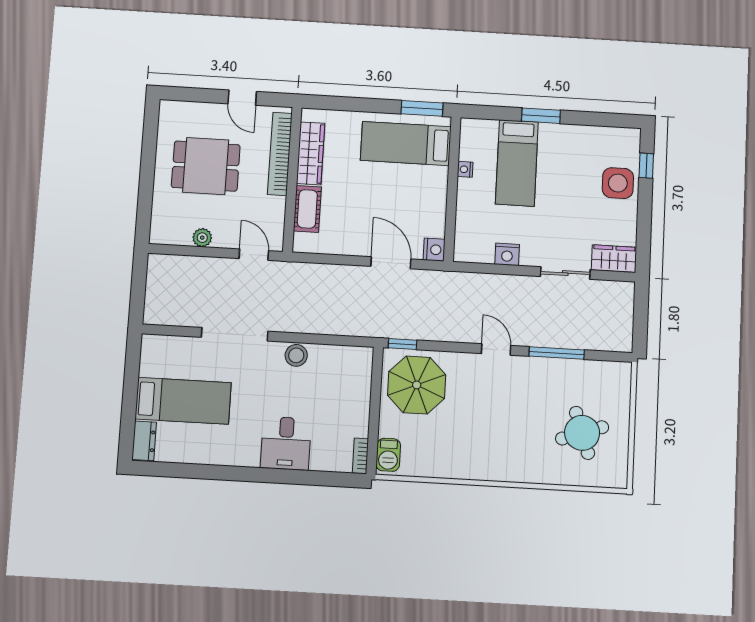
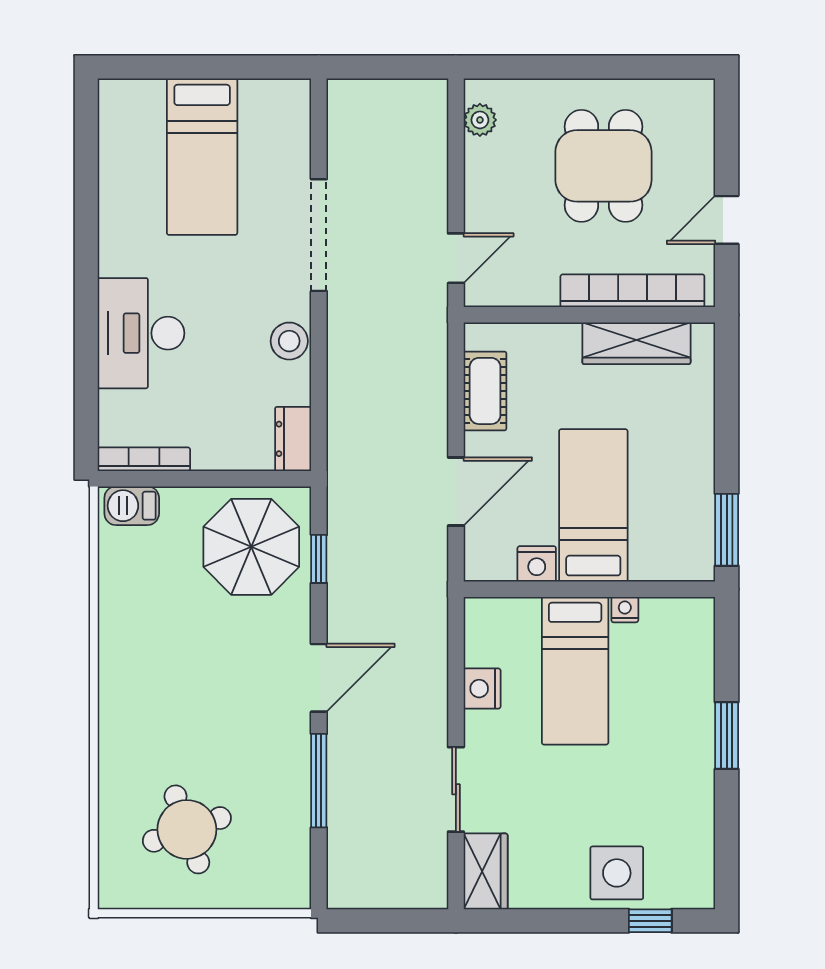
bed: (406, 144) -> (593, 505), moved
bed: (517, 163) -> (575, 671), moved, turned -90
cot: (307, 209) -> (485, 391), moved, turned 90
plant: (202, 238) -> (480, 120), moved
nightstand: (434, 250) -> (537, 564), moved
window: (402, 344) -> (319, 559), moved
door: (496, 350) -> (319, 678), width x1.38
dresser: (144, 441) -> (293, 439), moved, turned 90
desk: (286, 443) -> (141, 333), width x1.37
bookcase: (360, 456) -> (144, 459), width x1.56

